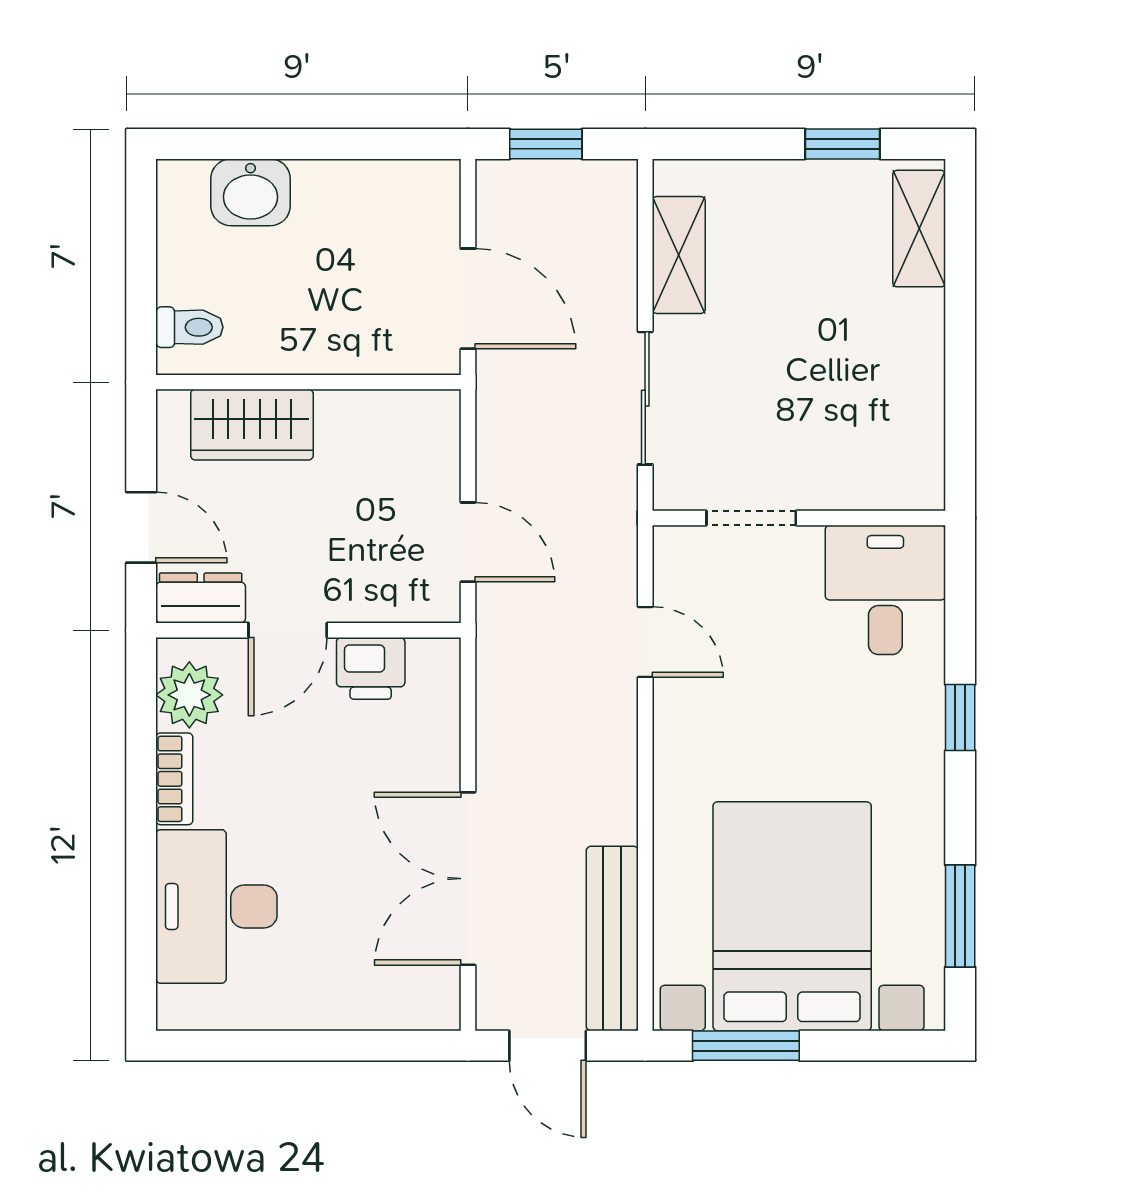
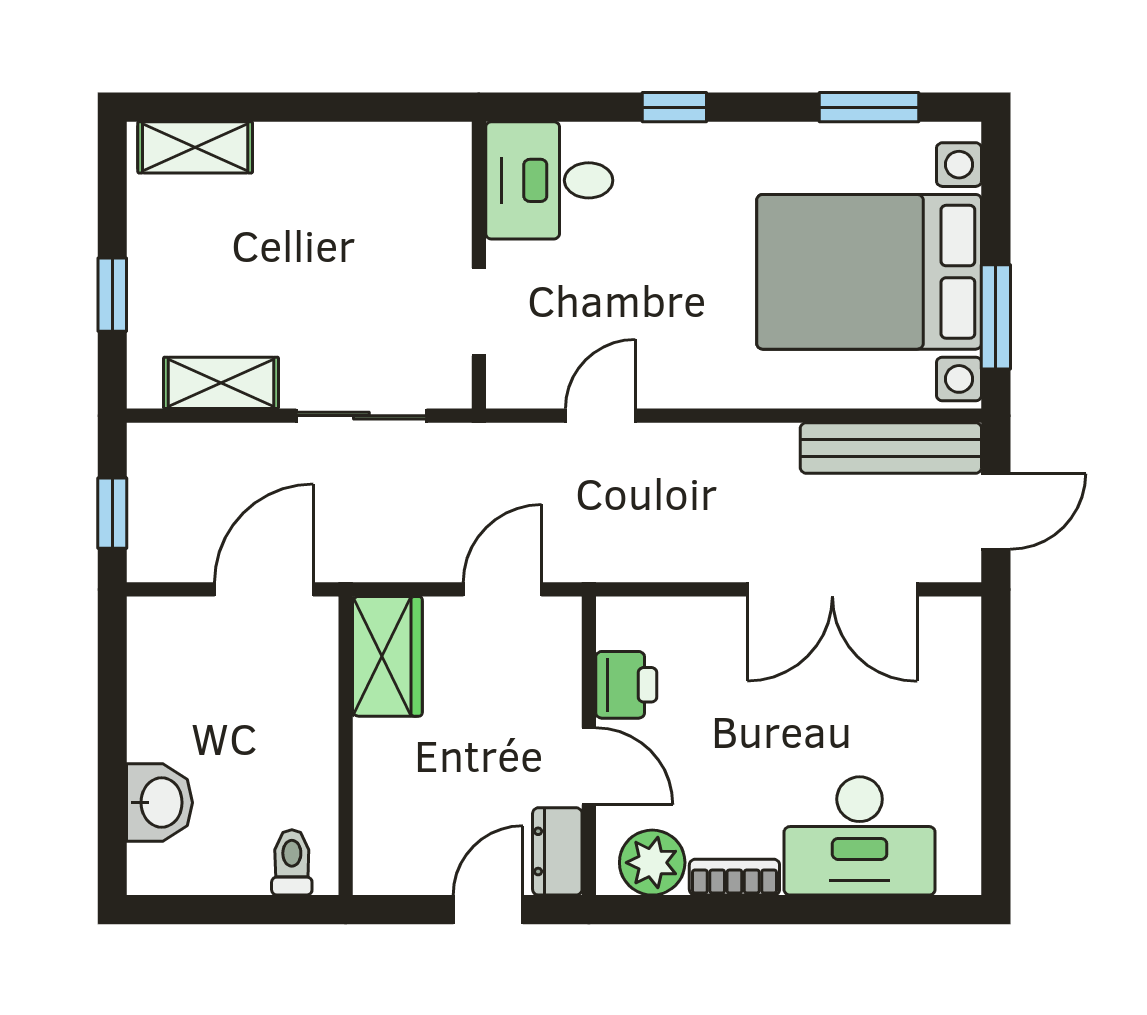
window: (843, 144) -> (112, 295), moved
wardrobe: (252, 425) -> (387, 656), moved

